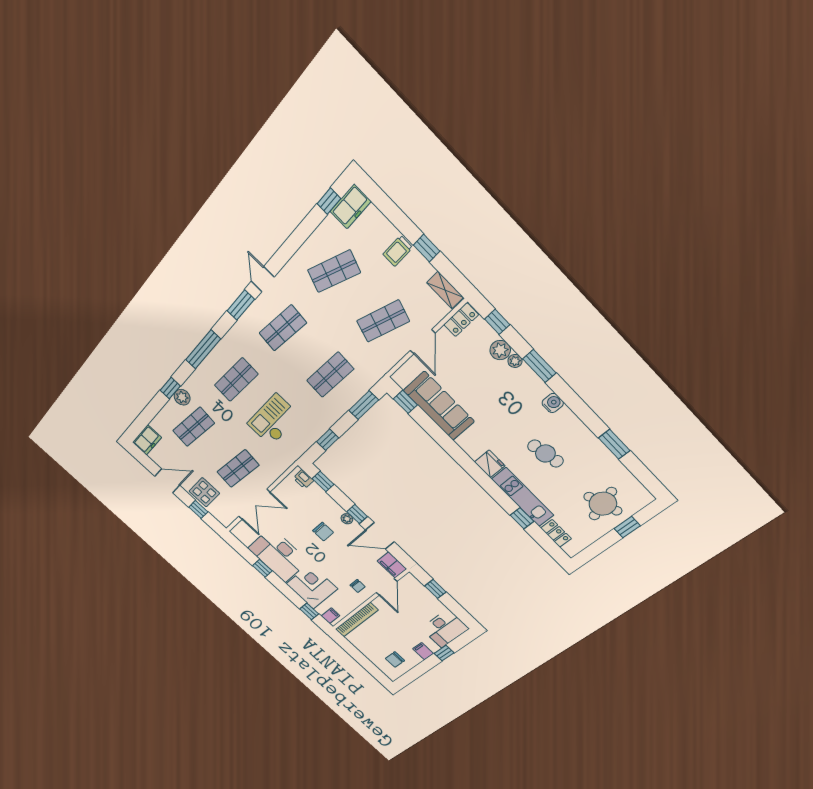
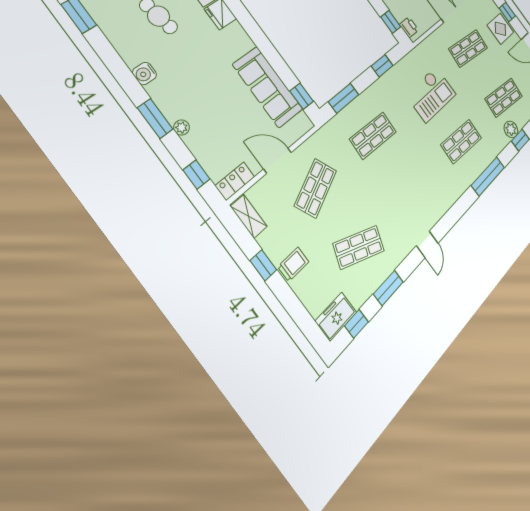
window: (241, 305) -> (388, 288), moved
shop shelf: (383, 321) -> (316, 188), turned -42
shop shelf: (283, 328) -> (413, 191), removed
door: (423, 342) -> (278, 161), hinge flipped
plant: (500, 350) -> (196, 142), removed

